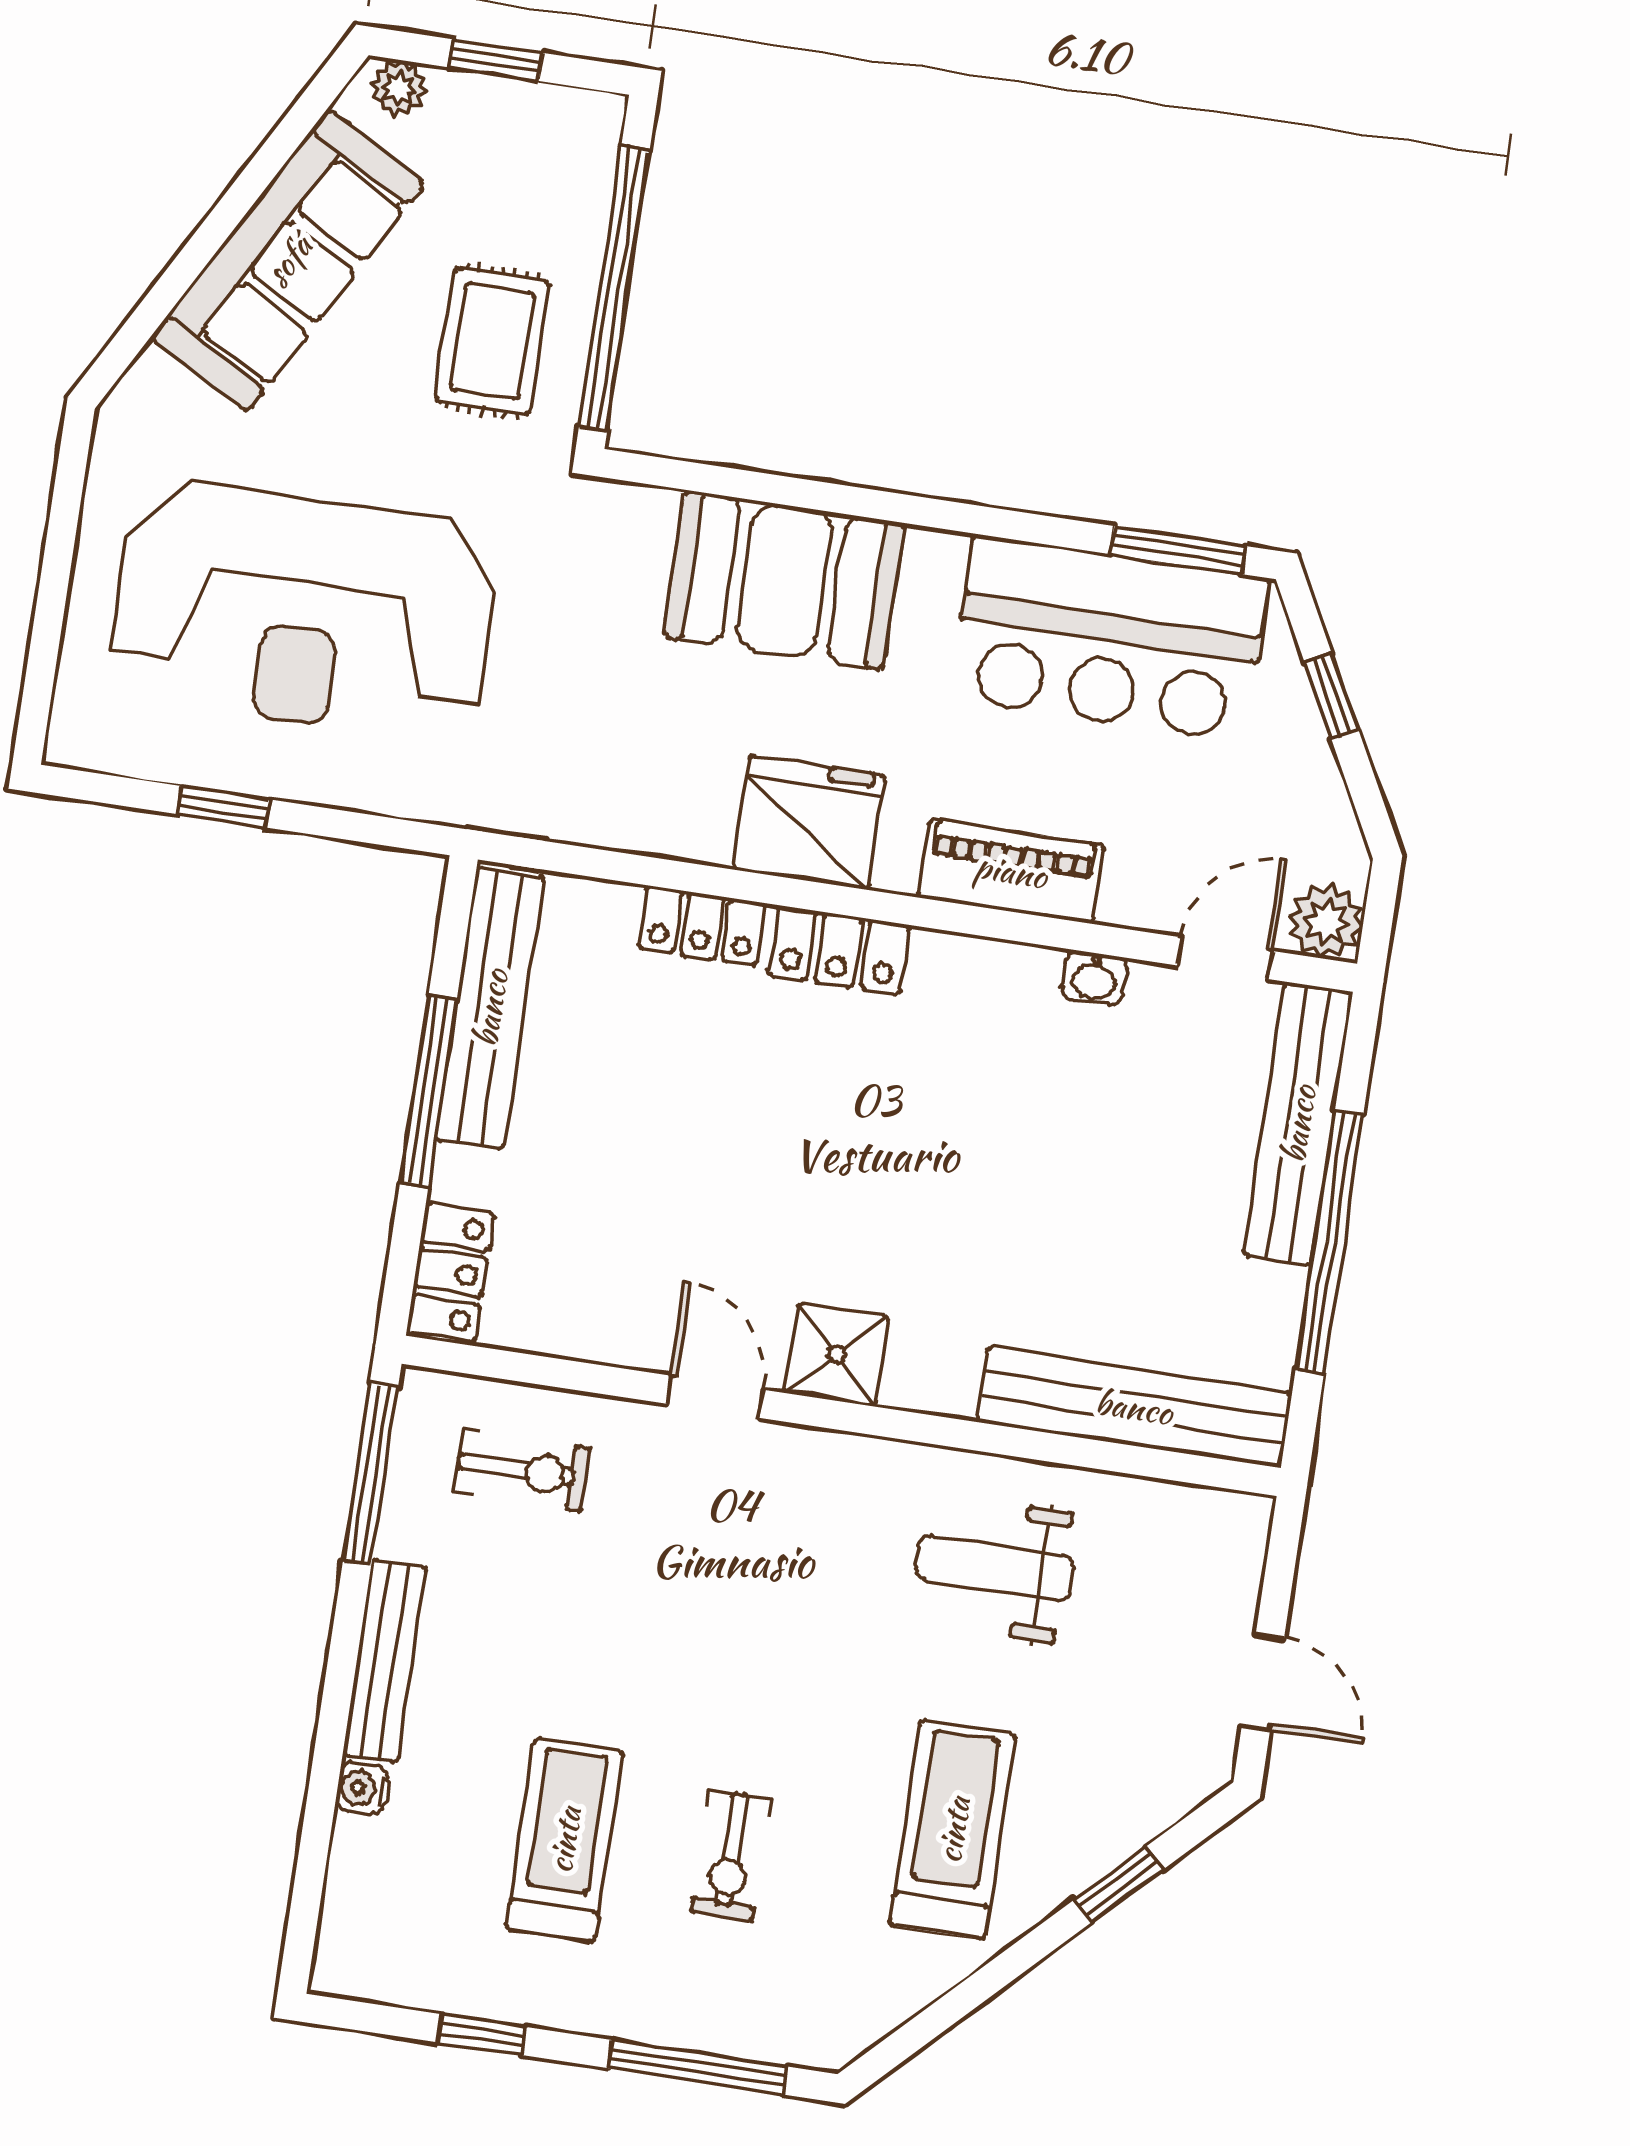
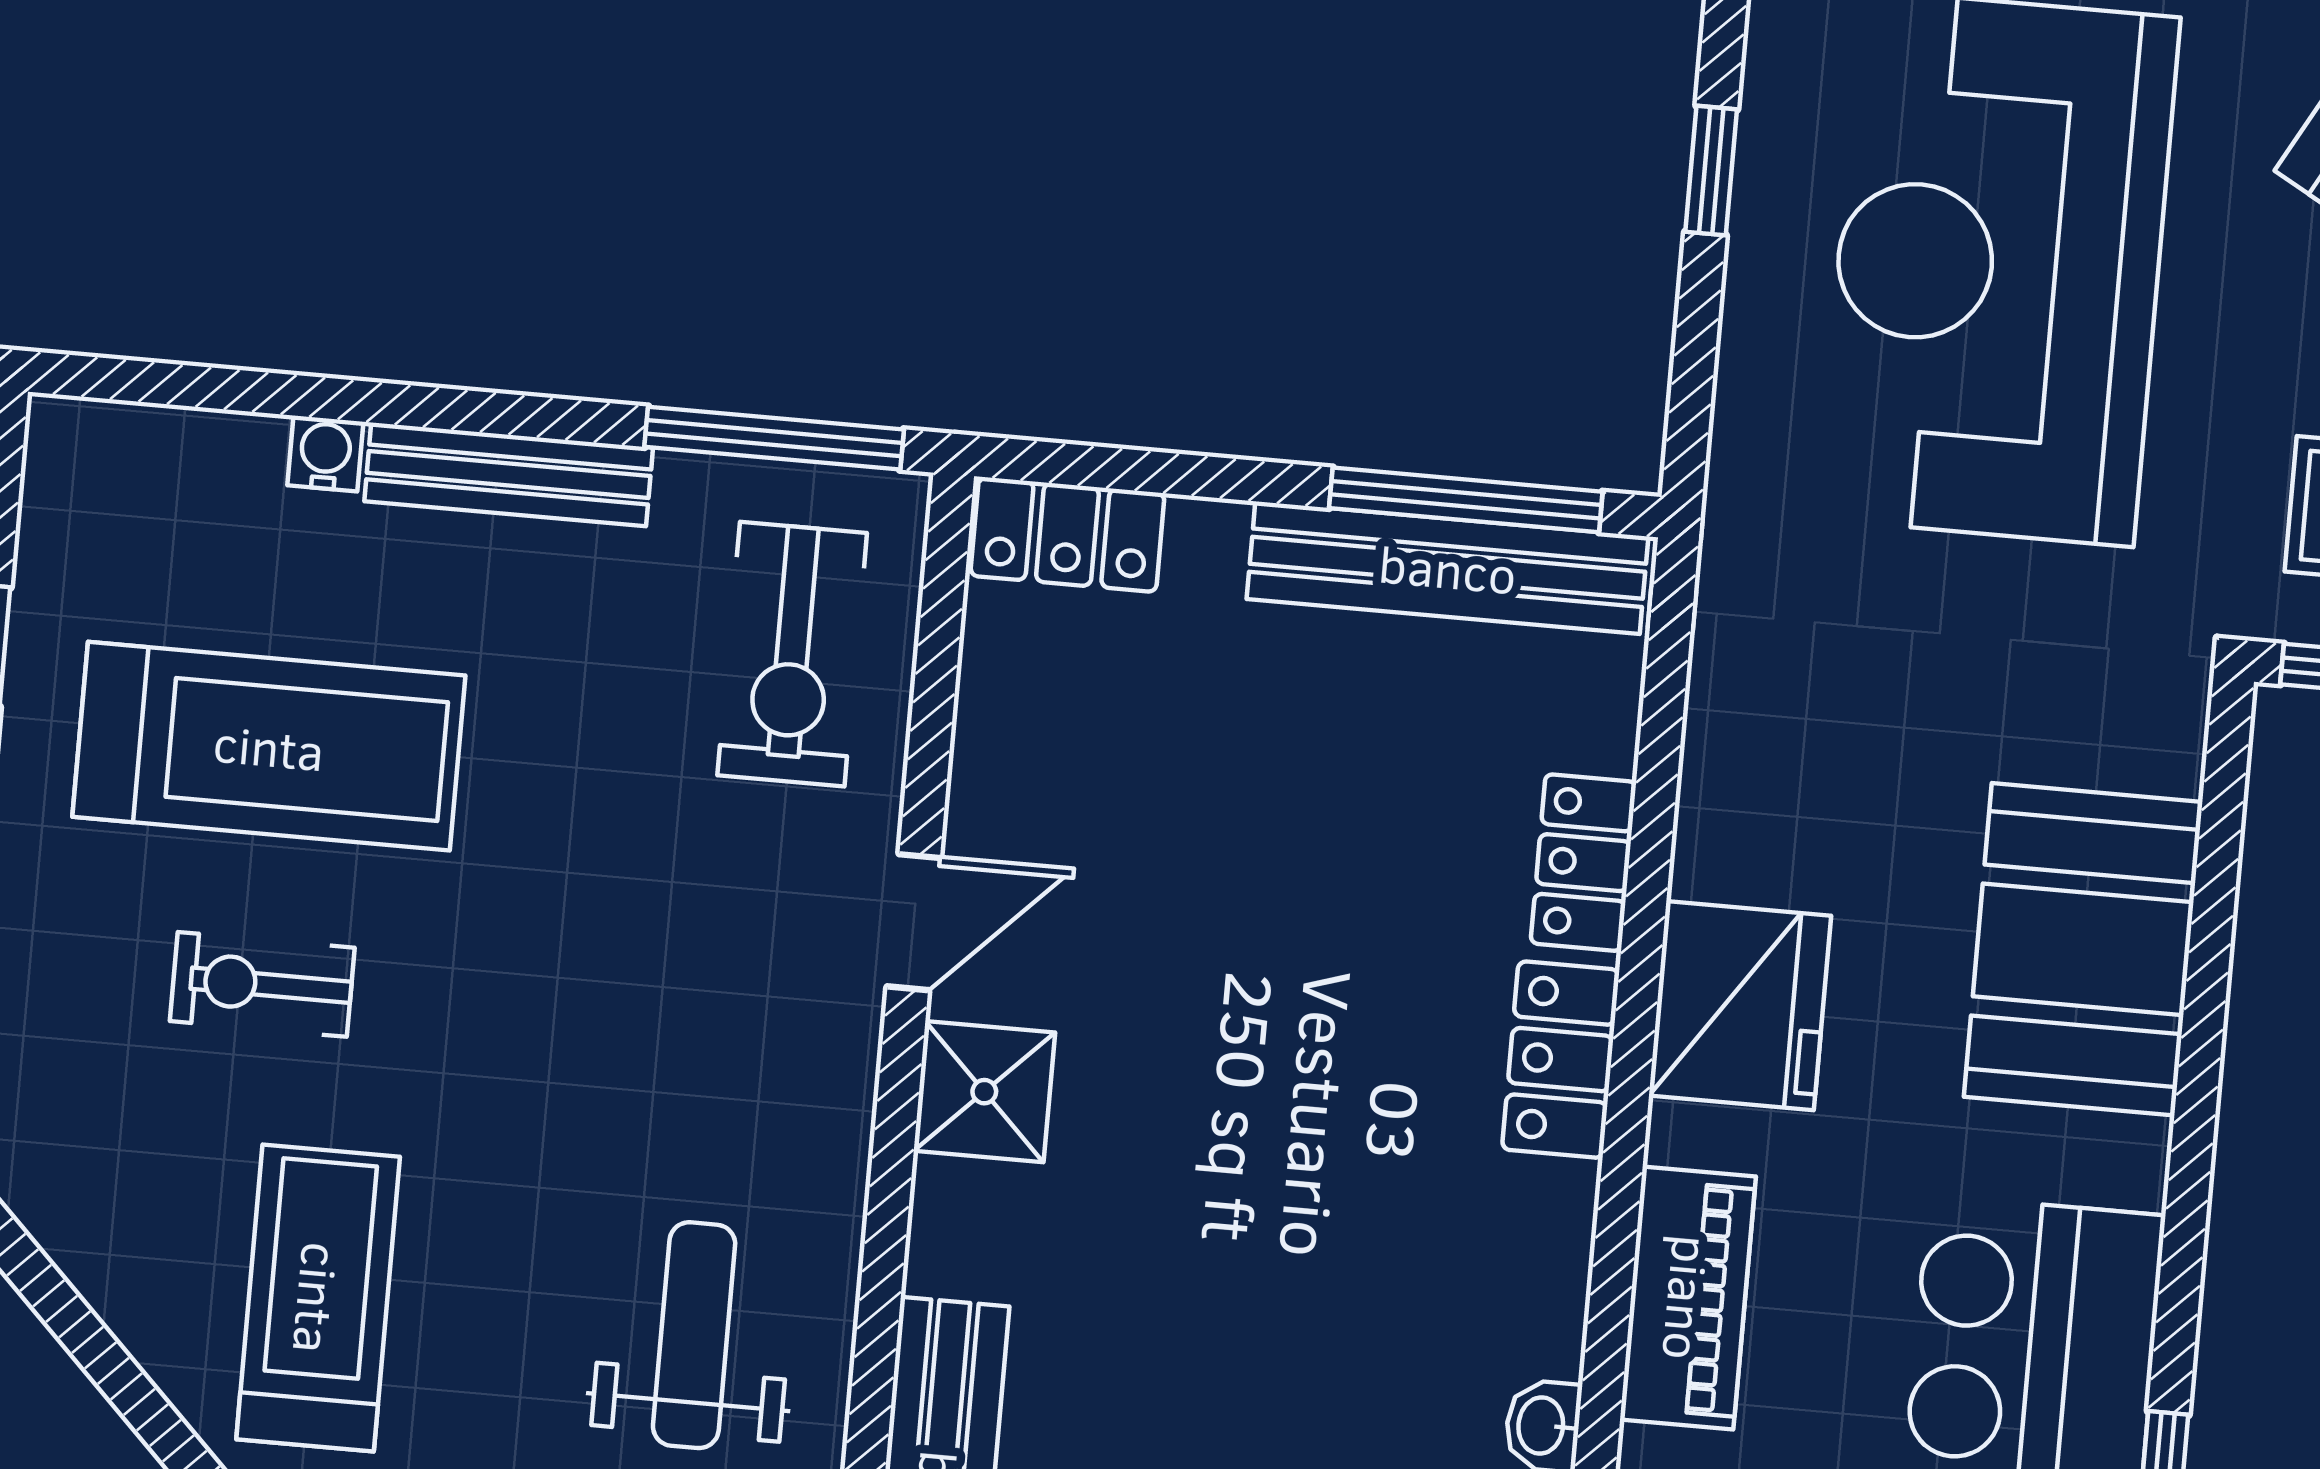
window: (428, 1091) -> (1466, 500), moved
exercise bike: (522, 1470) -> (792, 654), width x1.38, depth x1.39
treadmill: (953, 1830) -> (318, 1298), turned -90
treadmill: (564, 1840) -> (269, 746), width x1.37, depth x1.38

